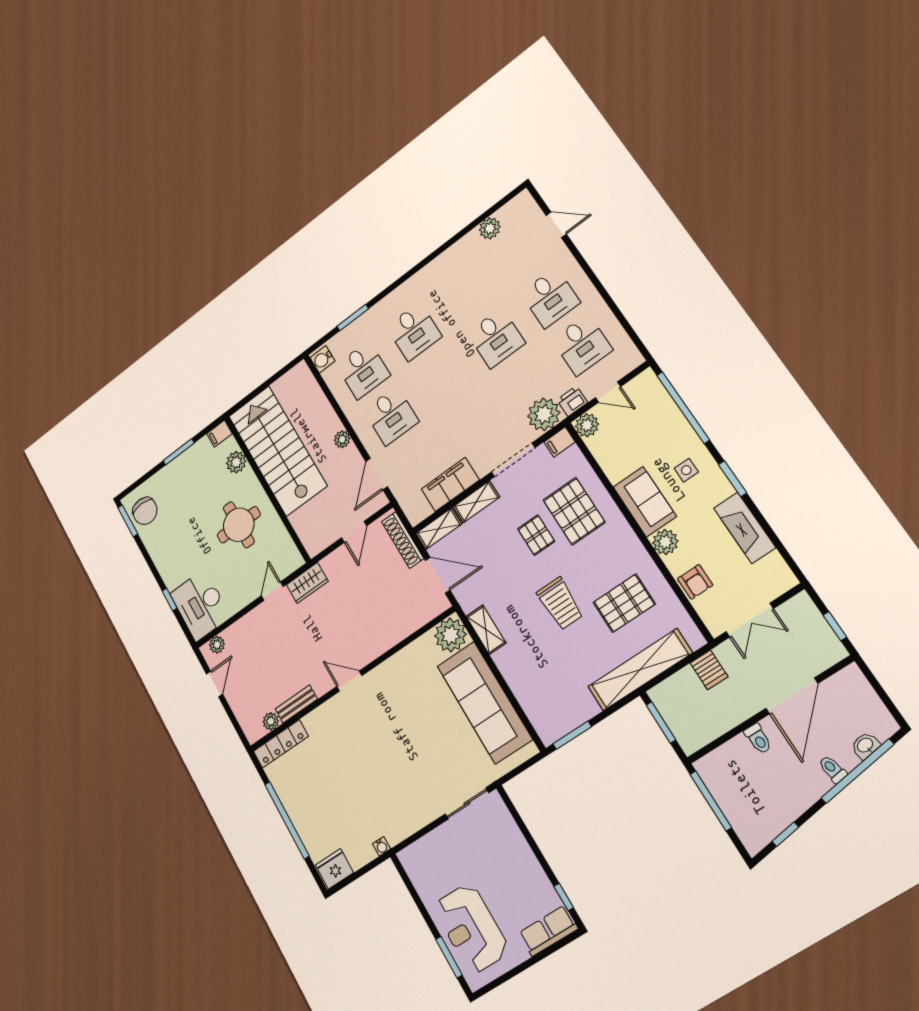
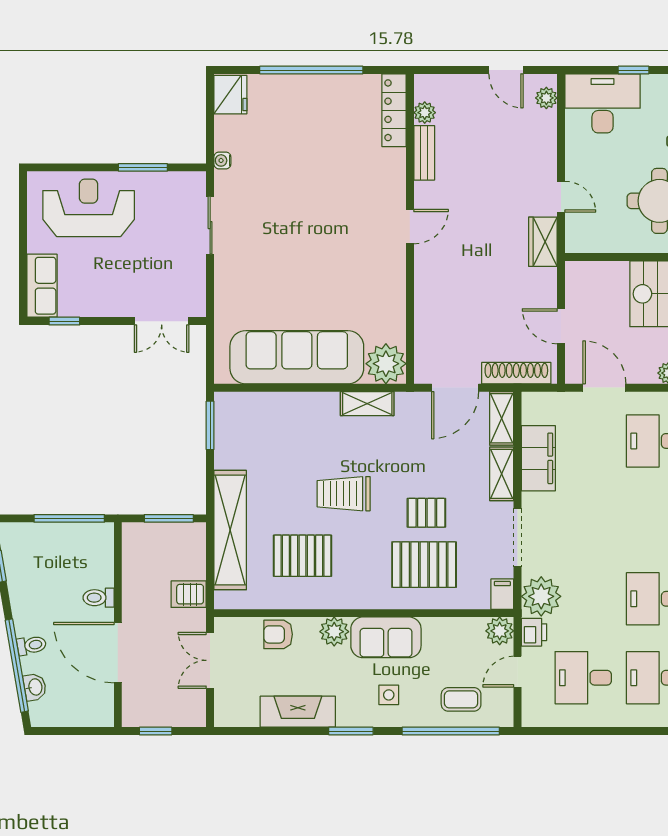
coffee table: (655, 417) -> (461, 699), added
pallet: (624, 603) -> (303, 556), turned 90
sliding door: (467, 803) -> (210, 225), moved
double door: (519, 821) -> (162, 321), added
window: (449, 957) -> (143, 167), moved

